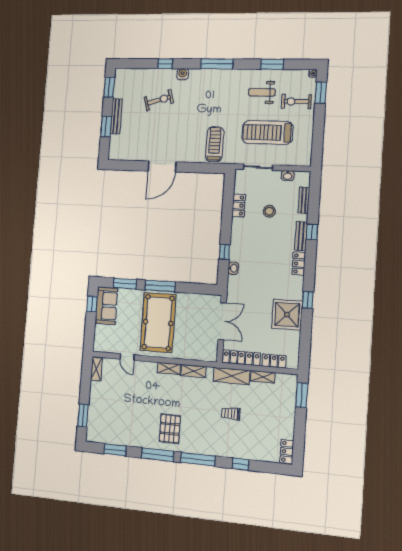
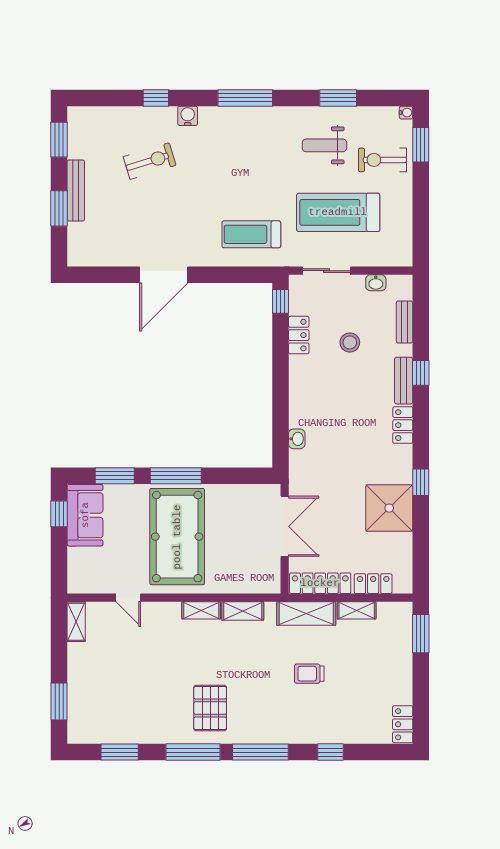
treadmill: (215, 144) -> (251, 234), turned -90
window: (225, 252) -> (281, 301), moved

